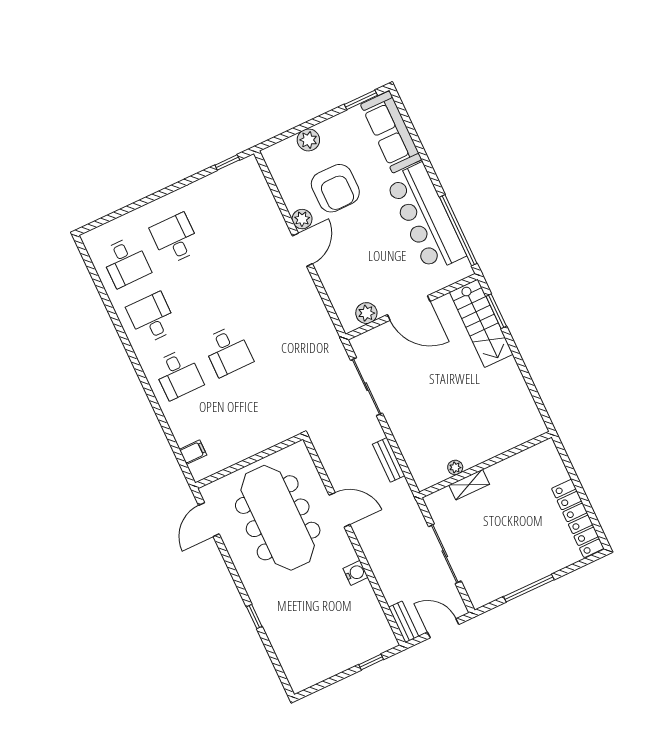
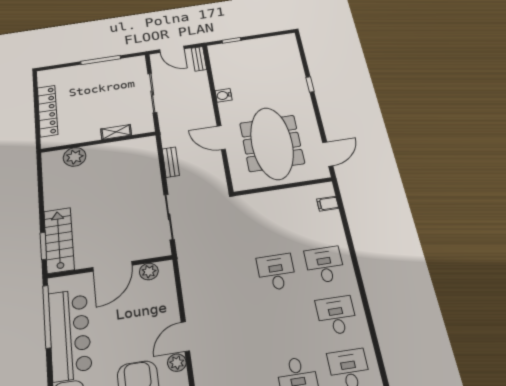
door: (409, 308) -> (112, 266), swing flipped
desk: (152, 318) -> (336, 315), turned 180
plant: (455, 467) -> (75, 157), moved, width x1.88, depth x1.88
locker: (578, 518) -> (48, 111), moved

